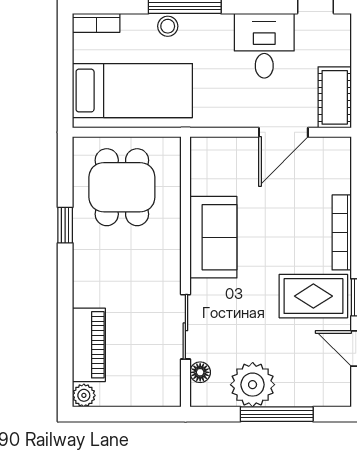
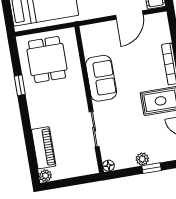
floor lamp: (200, 372) -> (108, 166), moved
plant: (253, 385) -> (142, 159), width x0.53, depth x0.53
window: (277, 414) -> (152, 168), width x0.46

